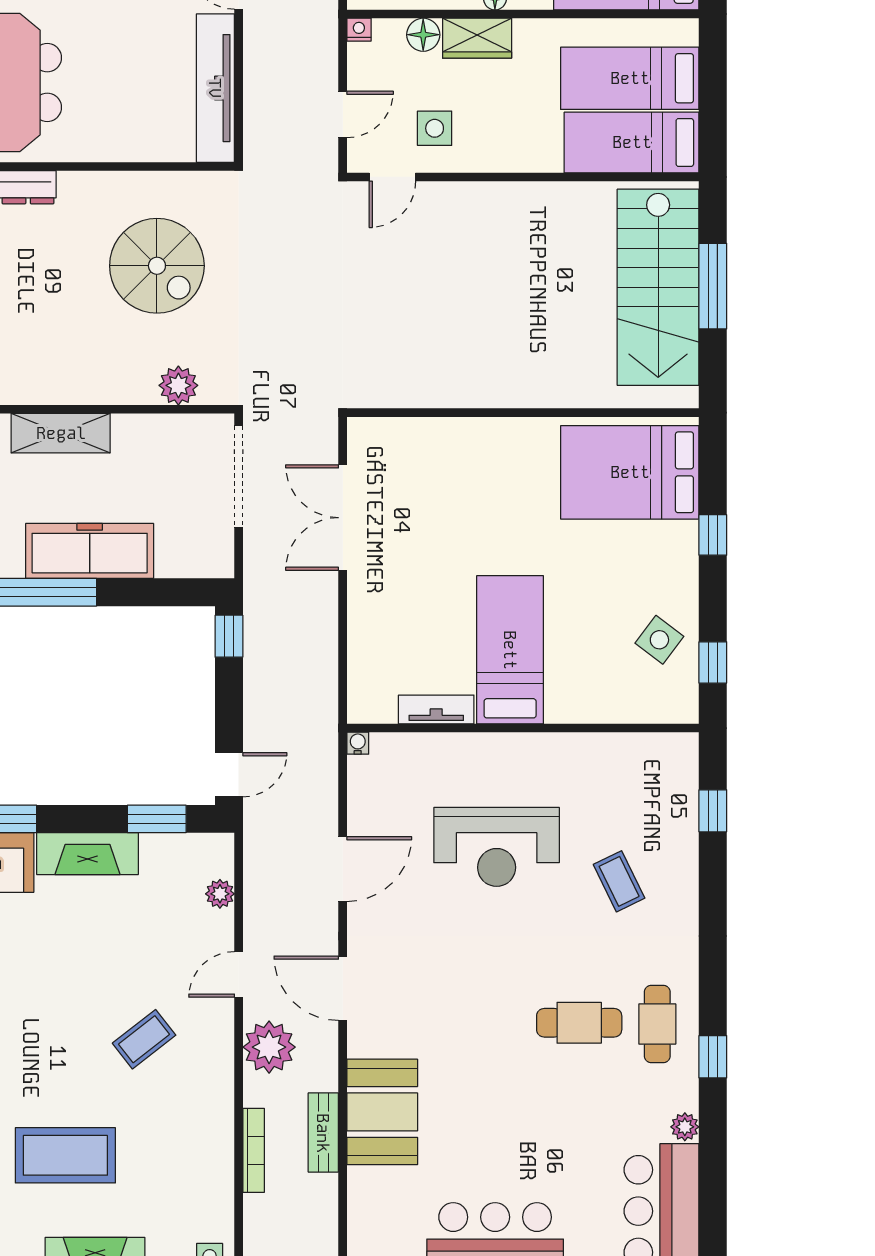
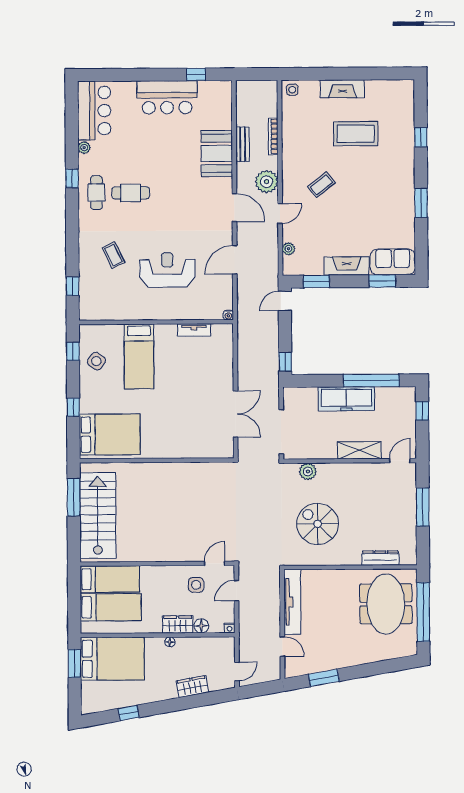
window: (713, 286) -> (74, 497), moved
bed: (510, 650) -> (139, 356), moved

